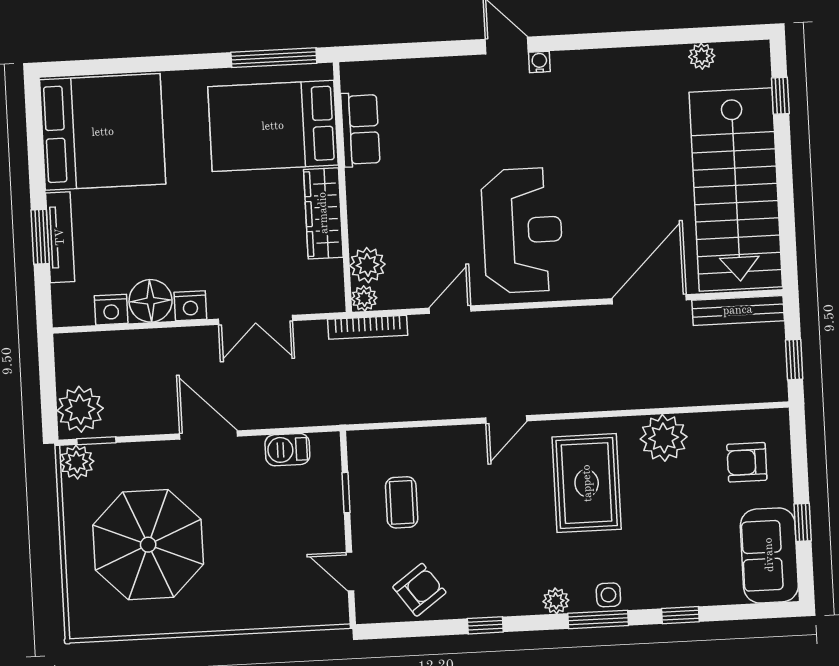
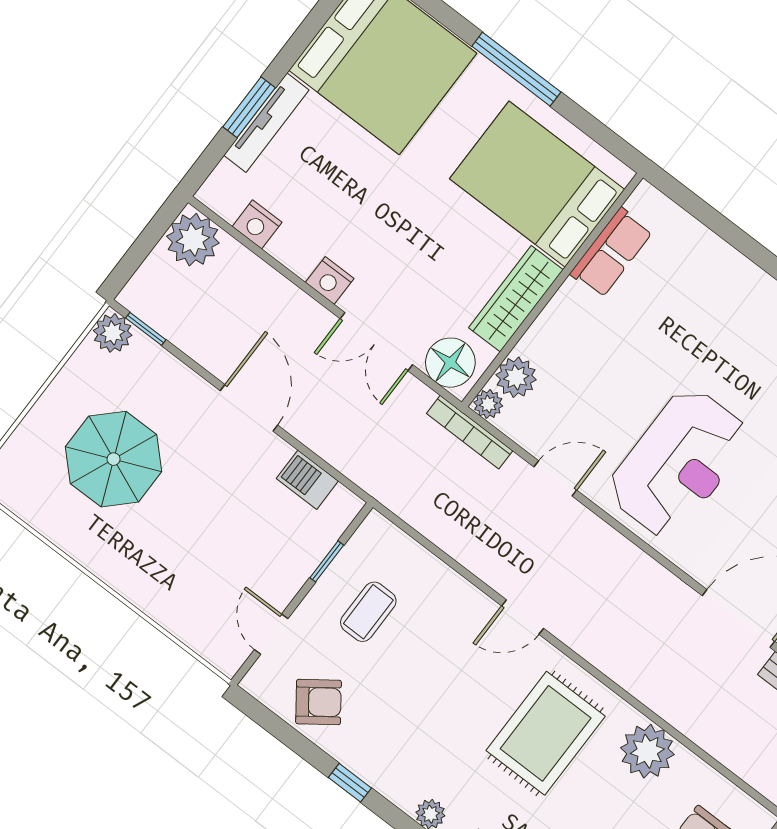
window: (274, 58) -> (516, 69), moved
floor lamp: (151, 301) -> (450, 363), moved
plant: (80, 409) -> (193, 240), moved
parasol: (148, 545) -> (114, 459), width x0.73, depth x0.73

